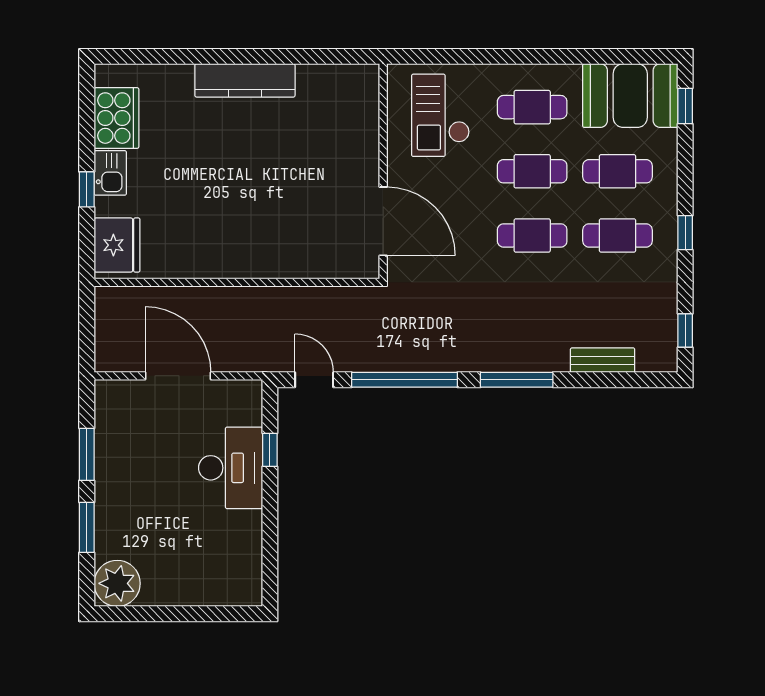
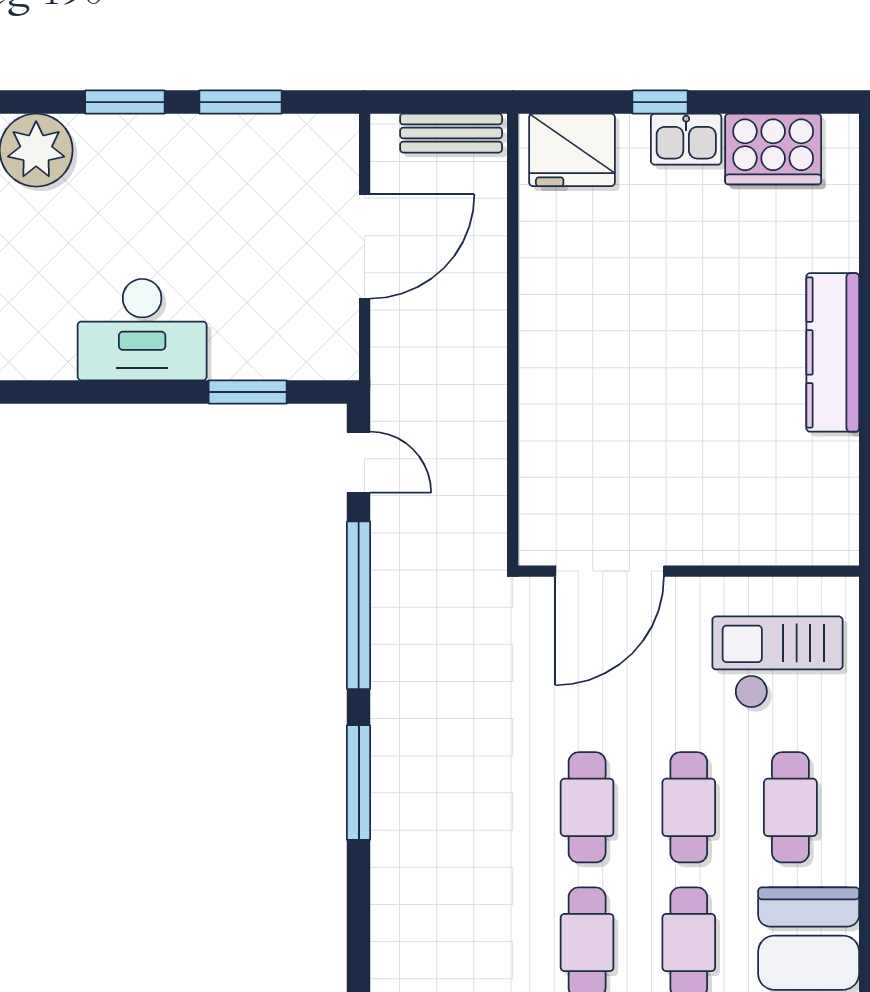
bench: (603, 360) -> (451, 133), moved, turned 90
door: (314, 380) -> (359, 462), hinge flipped
window: (270, 450) -> (248, 392), width x1.50
desk: (231, 468) -> (142, 330), moved

